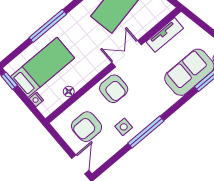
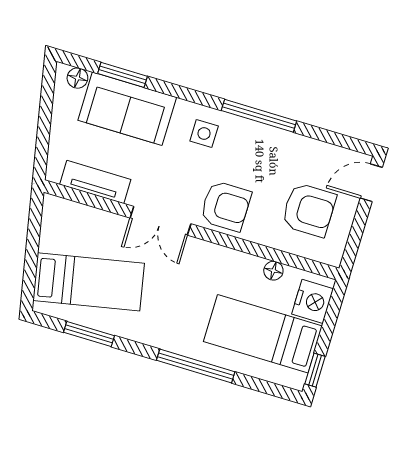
armchair: (114, 89) -> (226, 206), turned 90
nightstand: (36, 99) -> (313, 301), width x1.89, depth x1.79
side table: (124, 127) -> (204, 133), moved

